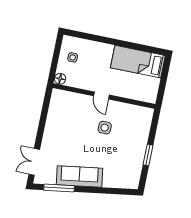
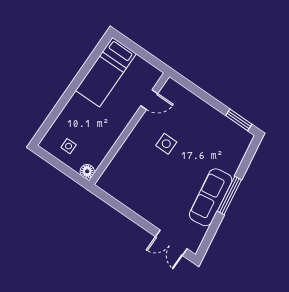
door: (101, 95) -> (149, 100), moved
window: (148, 155) -> (239, 120), moved
window: (59, 188) -> (229, 195), moved

